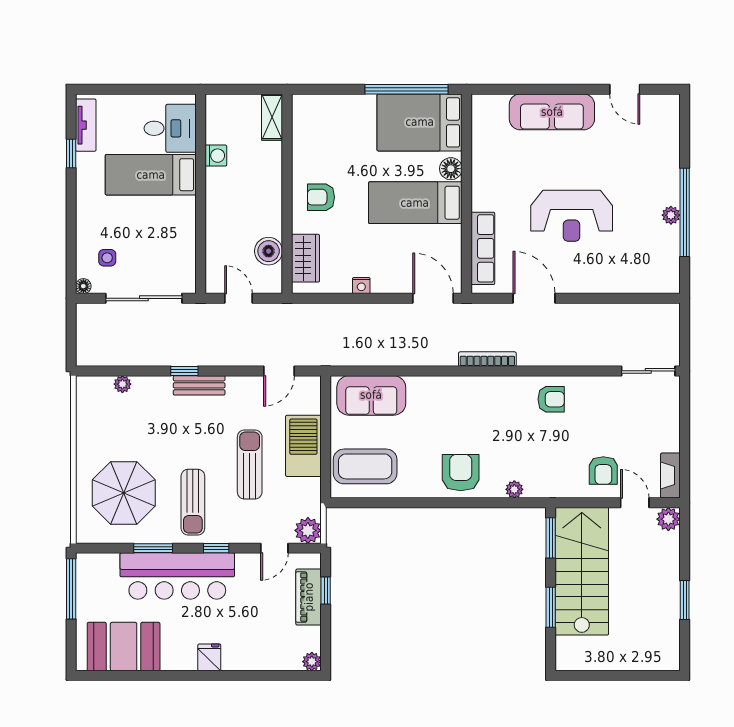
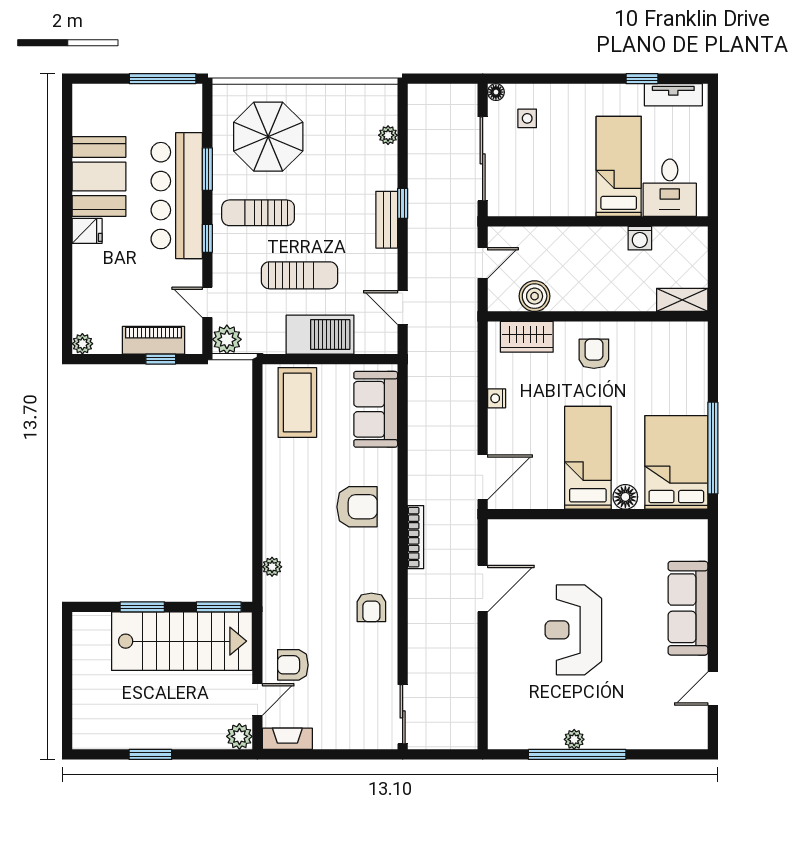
row of seats: (483, 248) -> (538, 532), removed
armchair: (461, 473) -> (357, 507), moved
booth: (124, 647) -> (99, 176), moved

